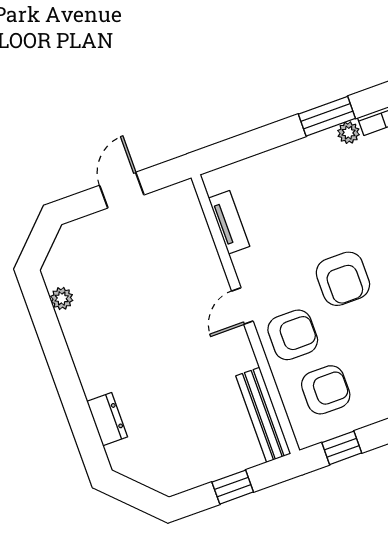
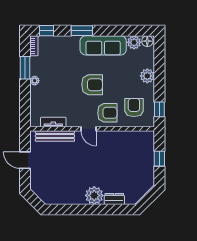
plant: (349, 133) -> (35, 81), moved
plant: (62, 298) -> (94, 195), moved, width x1.87, depth x1.87
armchair: (293, 335) -> (107, 113), turned 90
bench: (263, 415) -> (55, 136), moved

